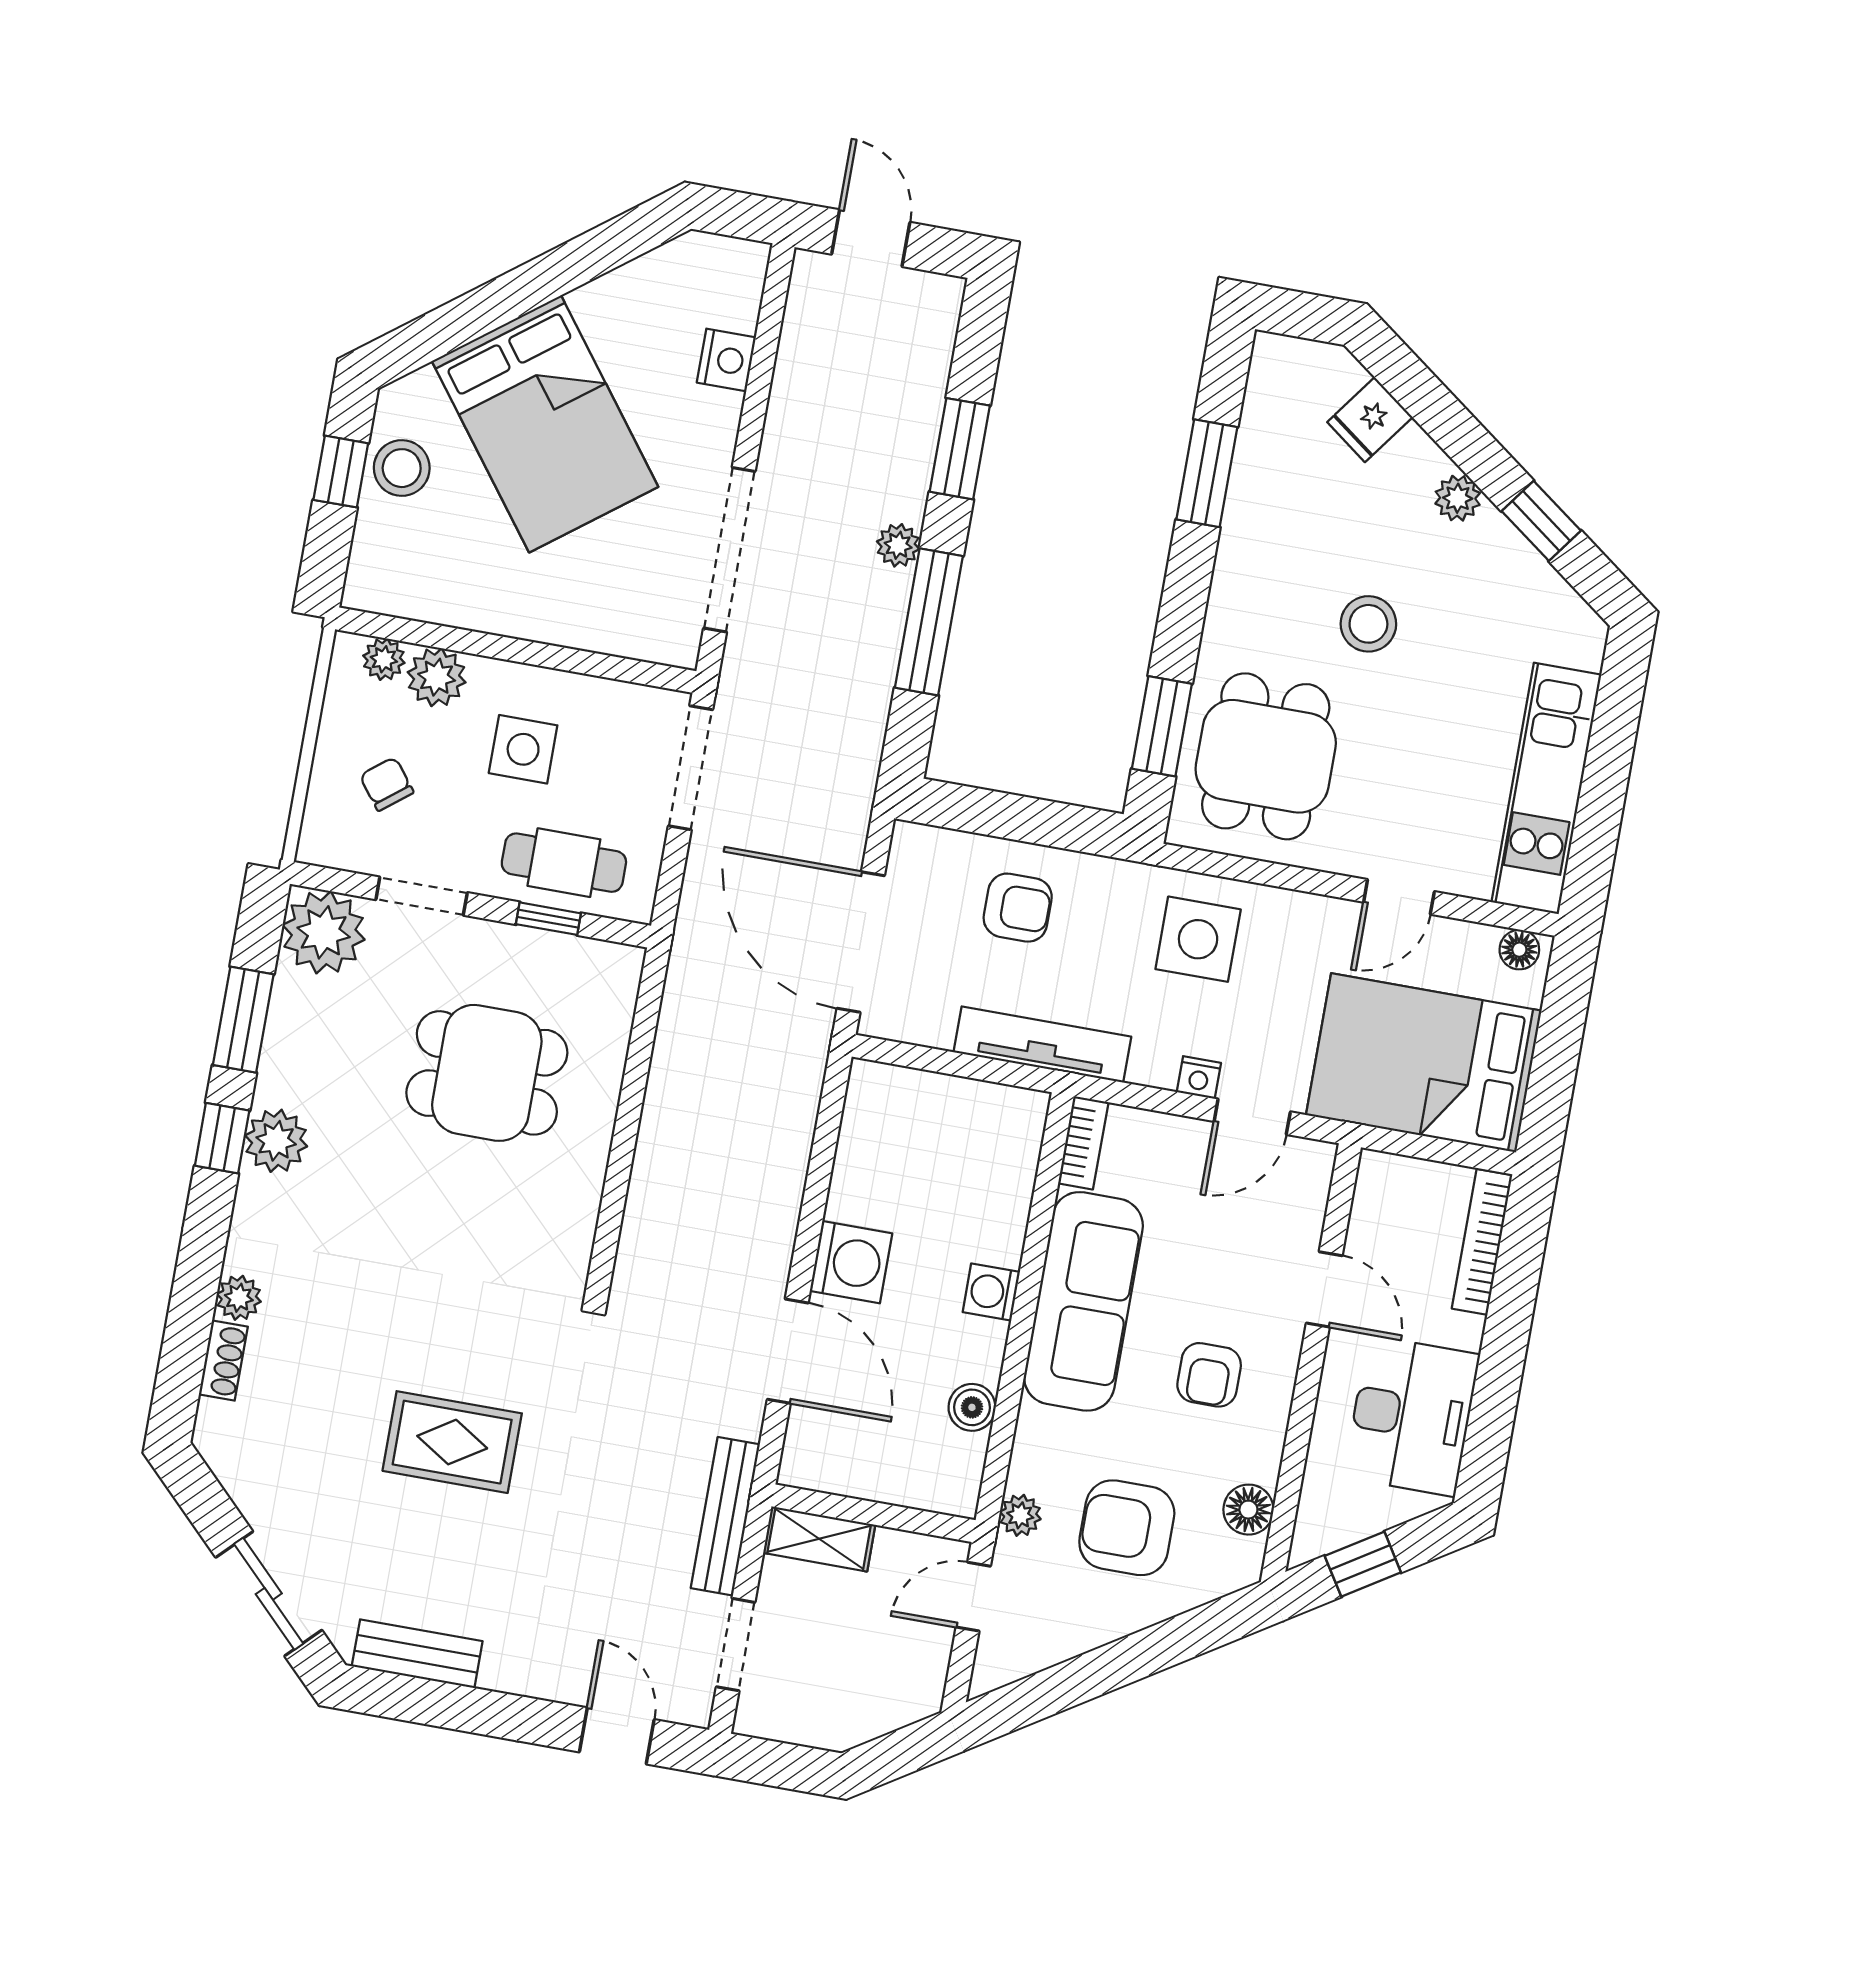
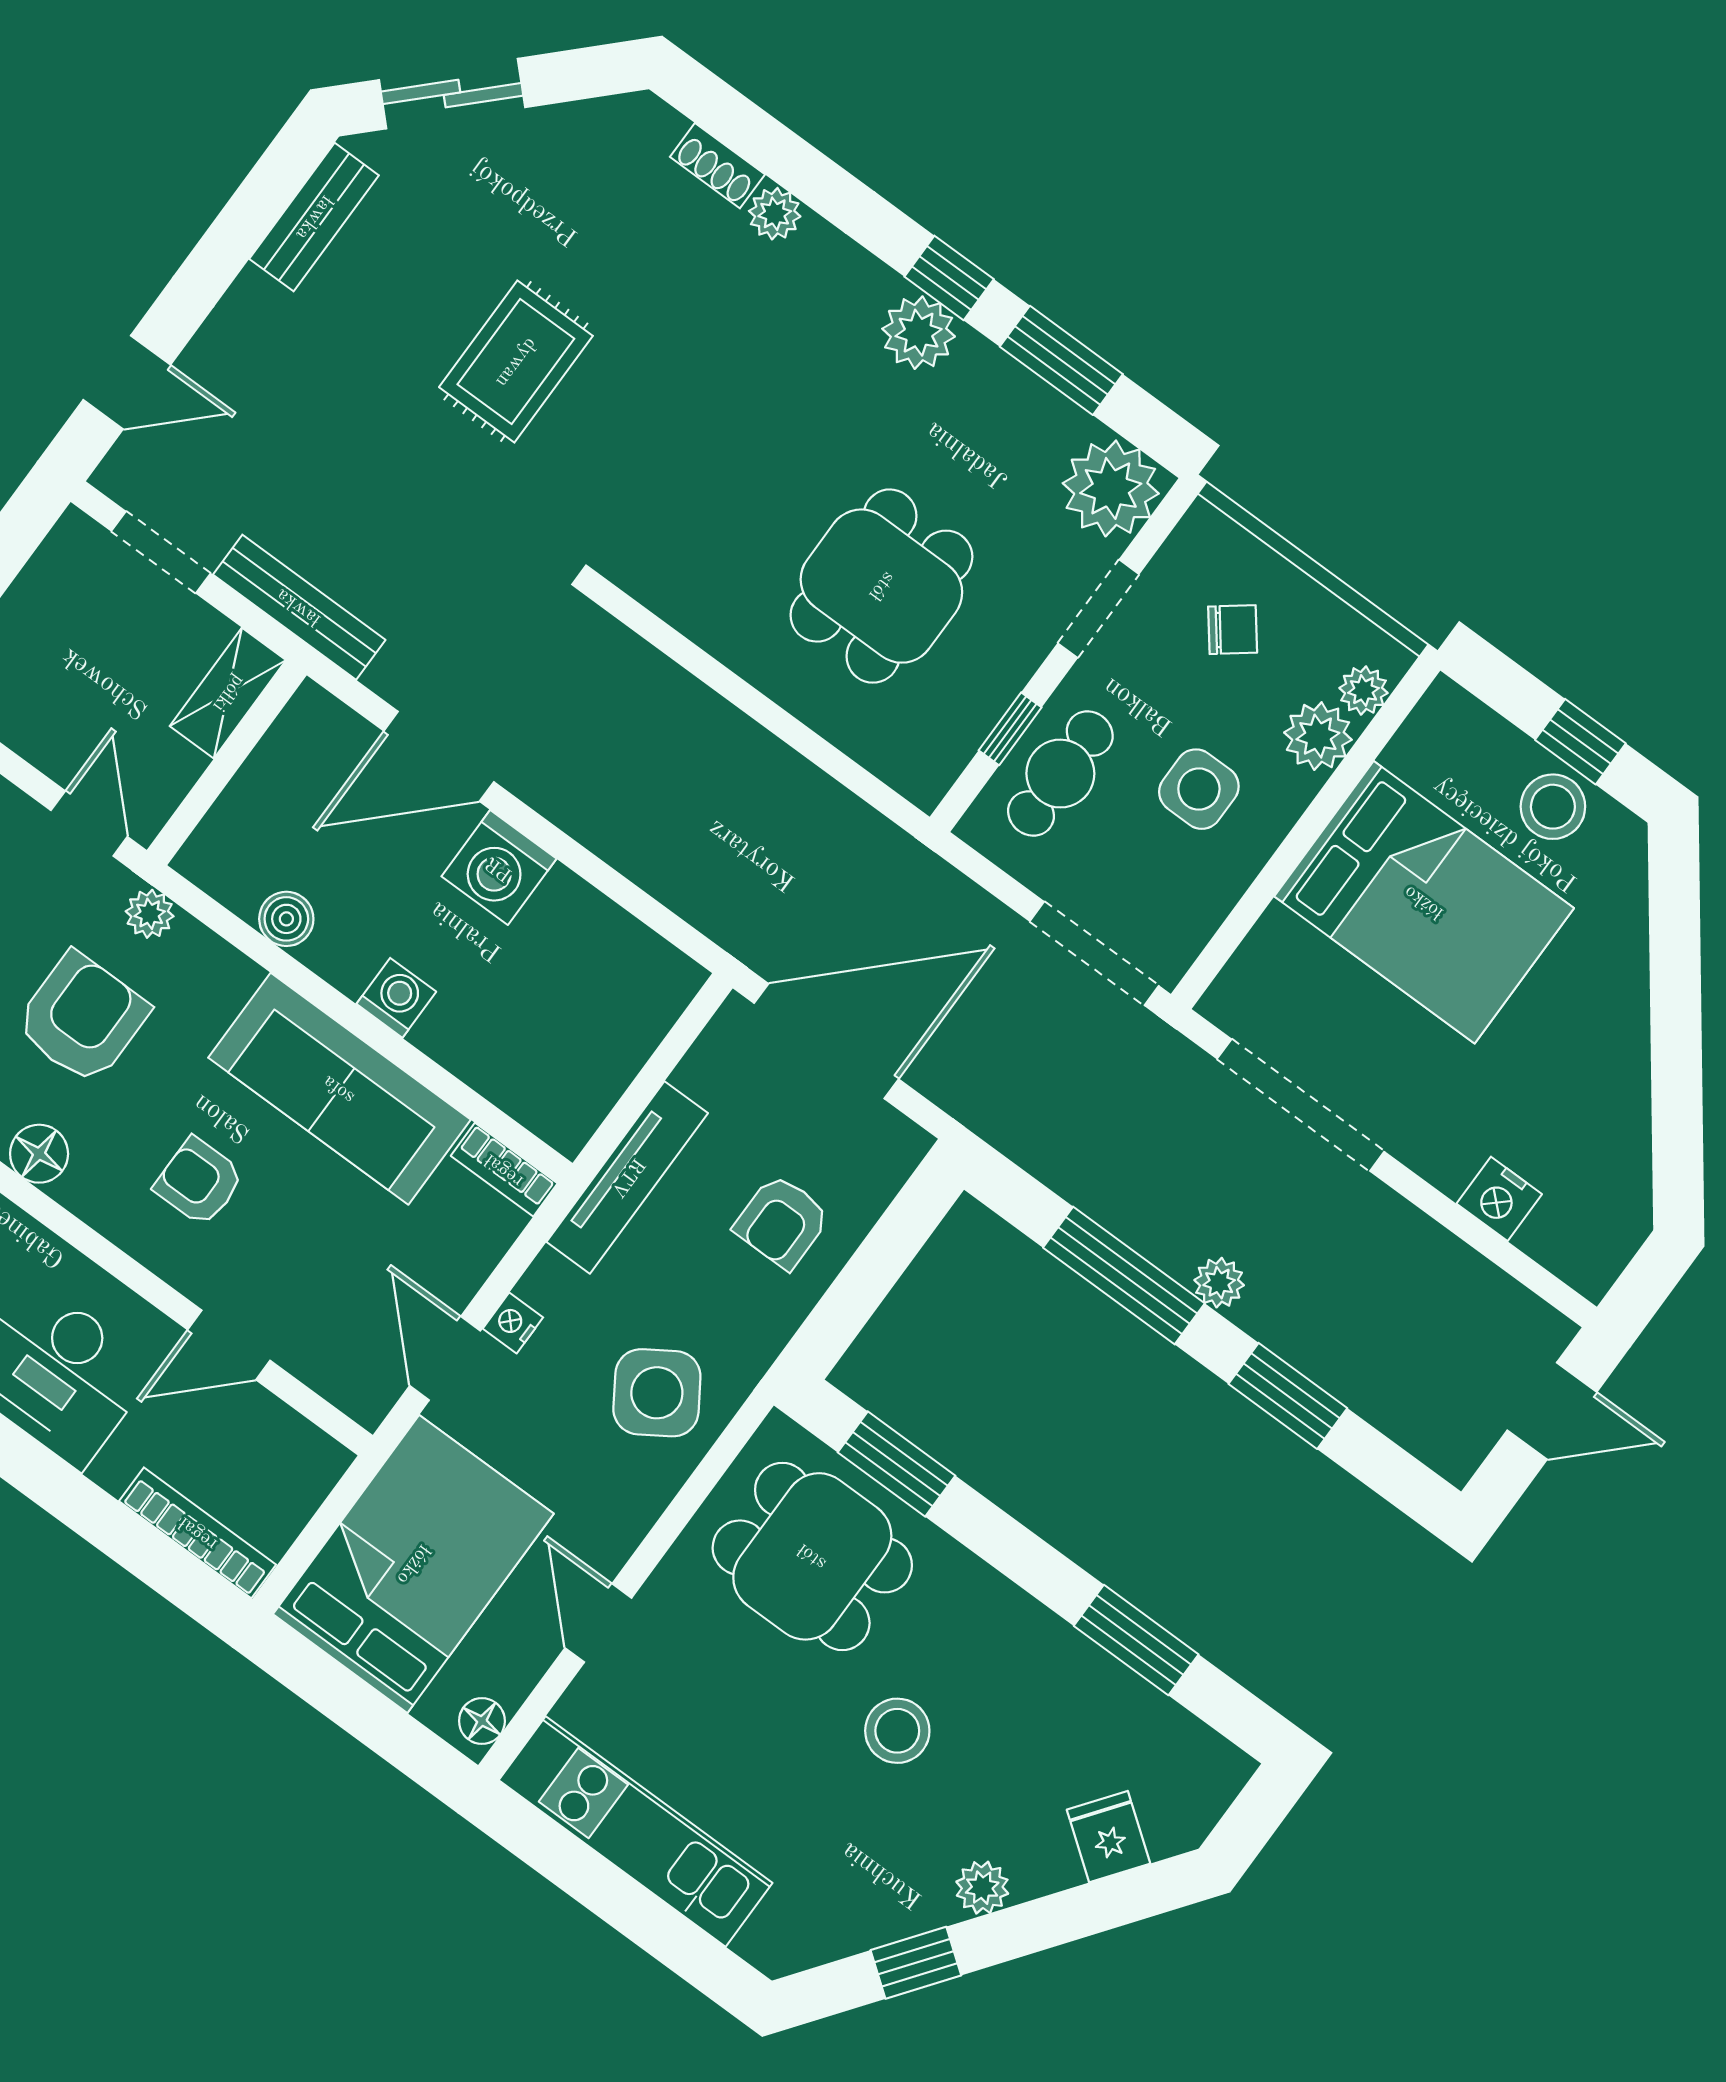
bed: (545, 424) -> (1424, 902), moved, turned -143
side table: (1198, 939) -> (657, 1393), turned -33

